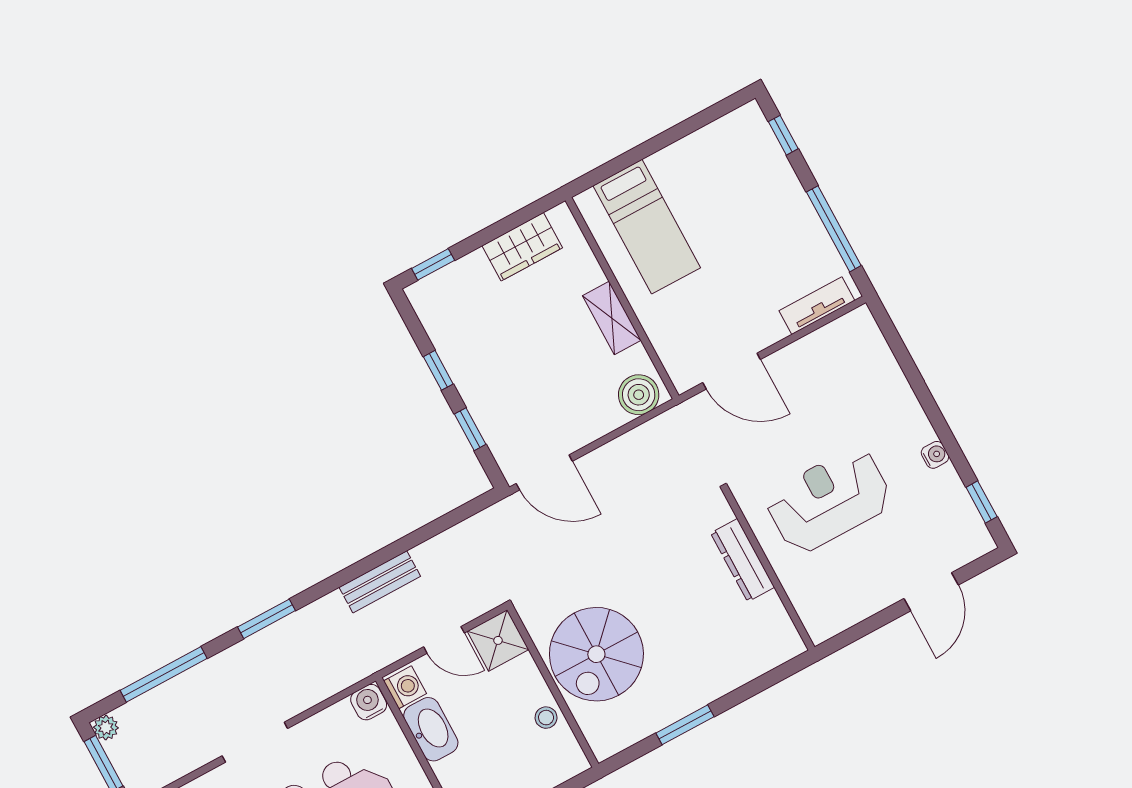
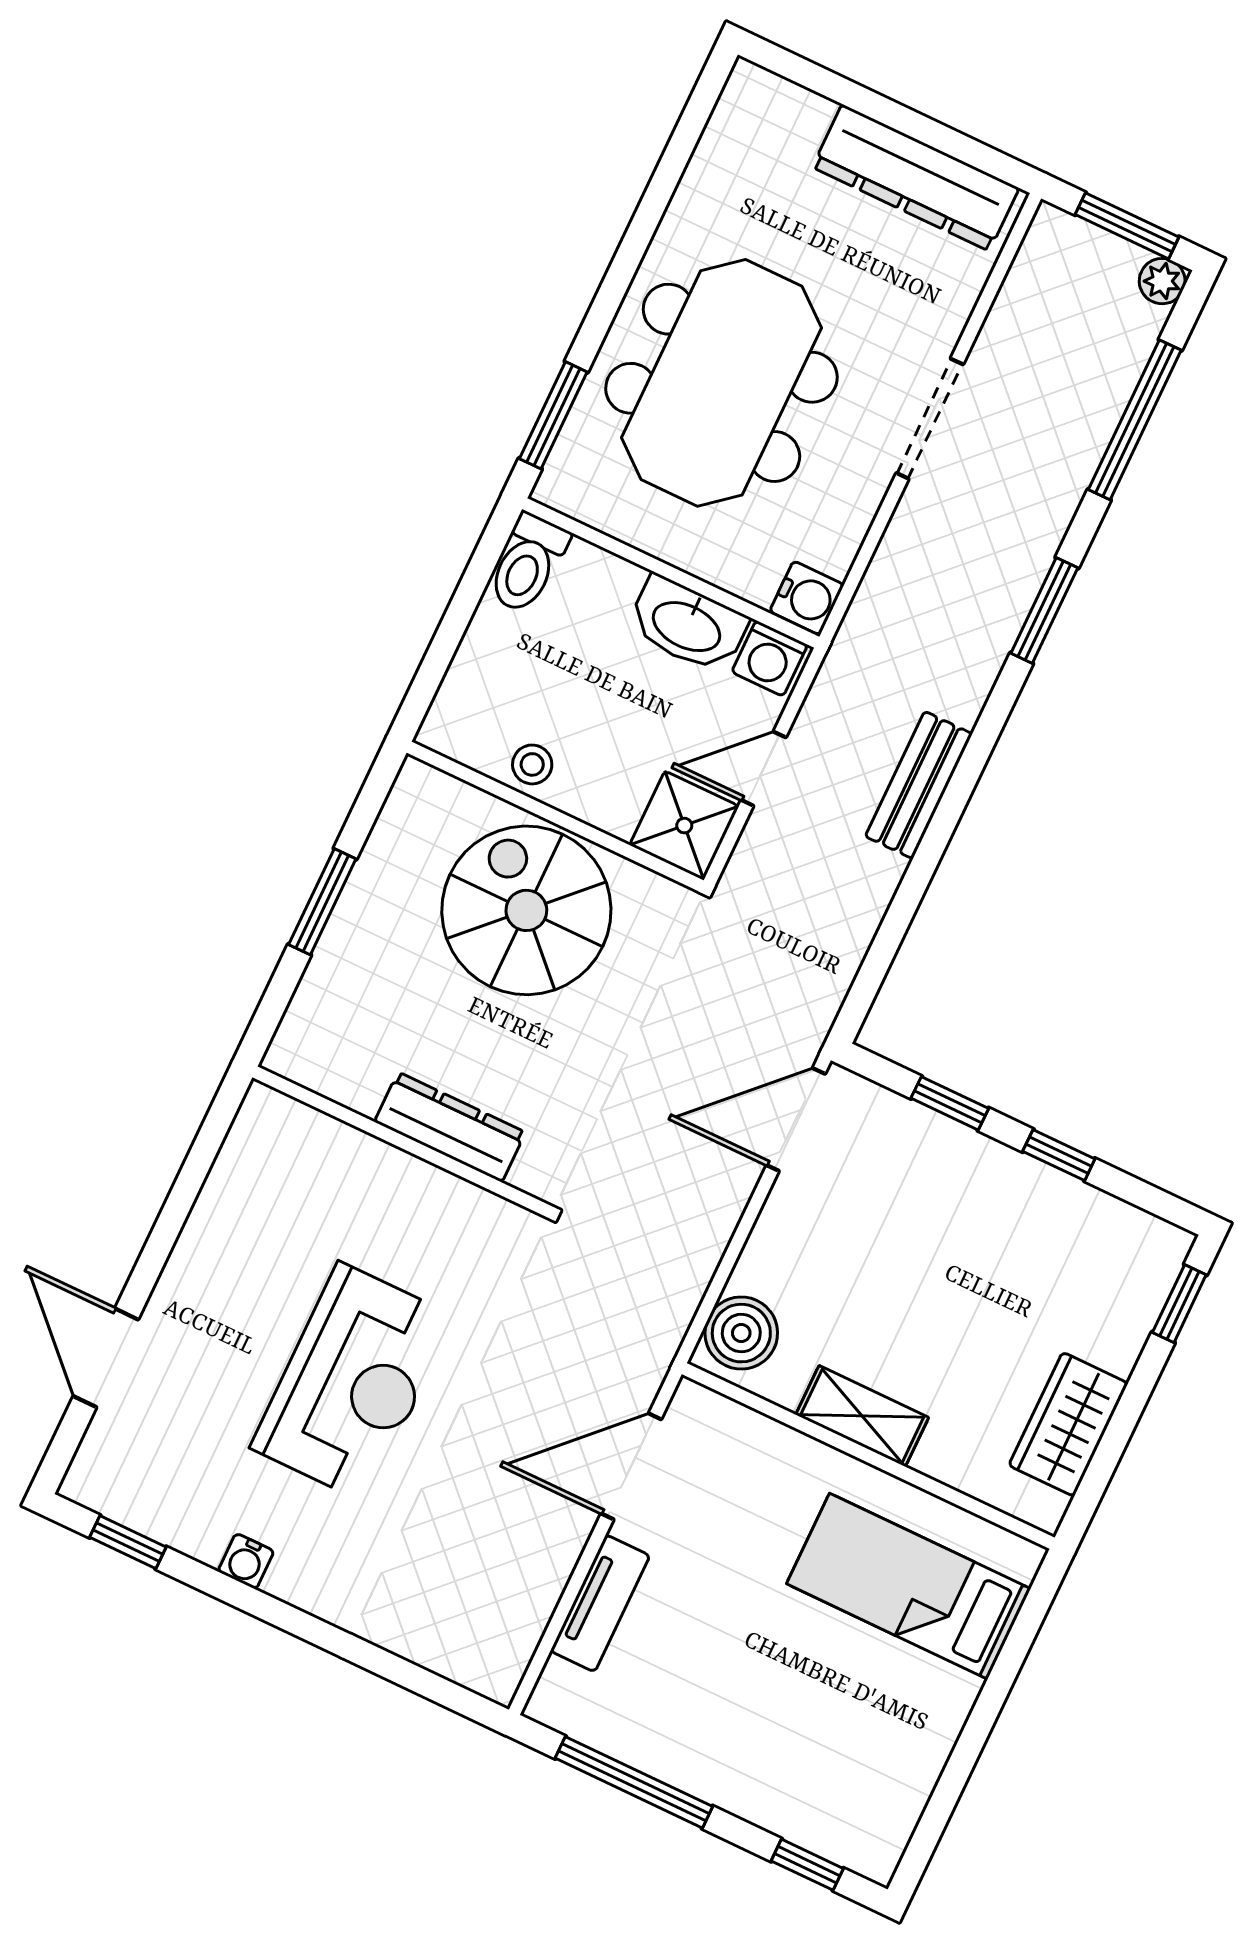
tv unit: (817, 306) -> (600, 1603), moved
dresser: (742, 560) -> (450, 1127), moved
wall: (769, 570) -> (401, 1141), moved

